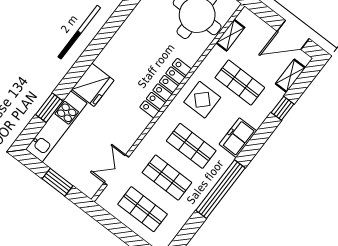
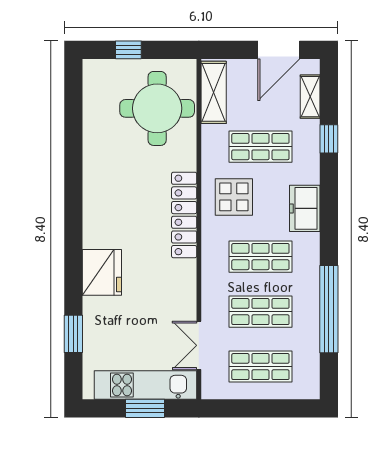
shelving: (230, 35) -> (214, 92), width x1.50, depth x1.33
kitchen unit: (56, 126) -> (145, 385), moved, turned -90
window: (221, 189) -> (329, 309), moved

